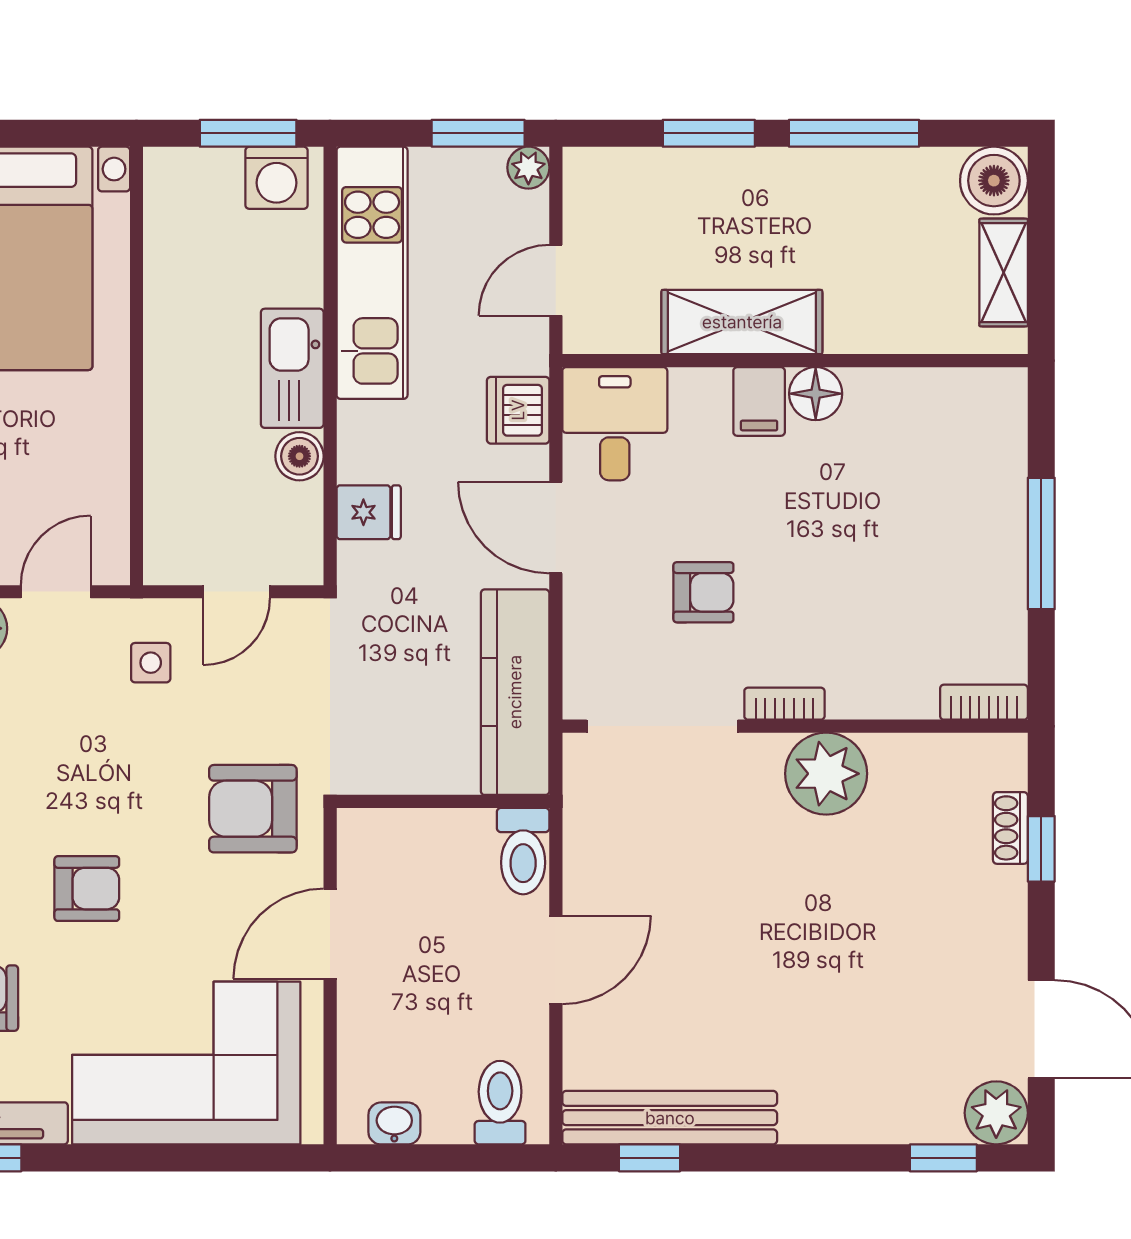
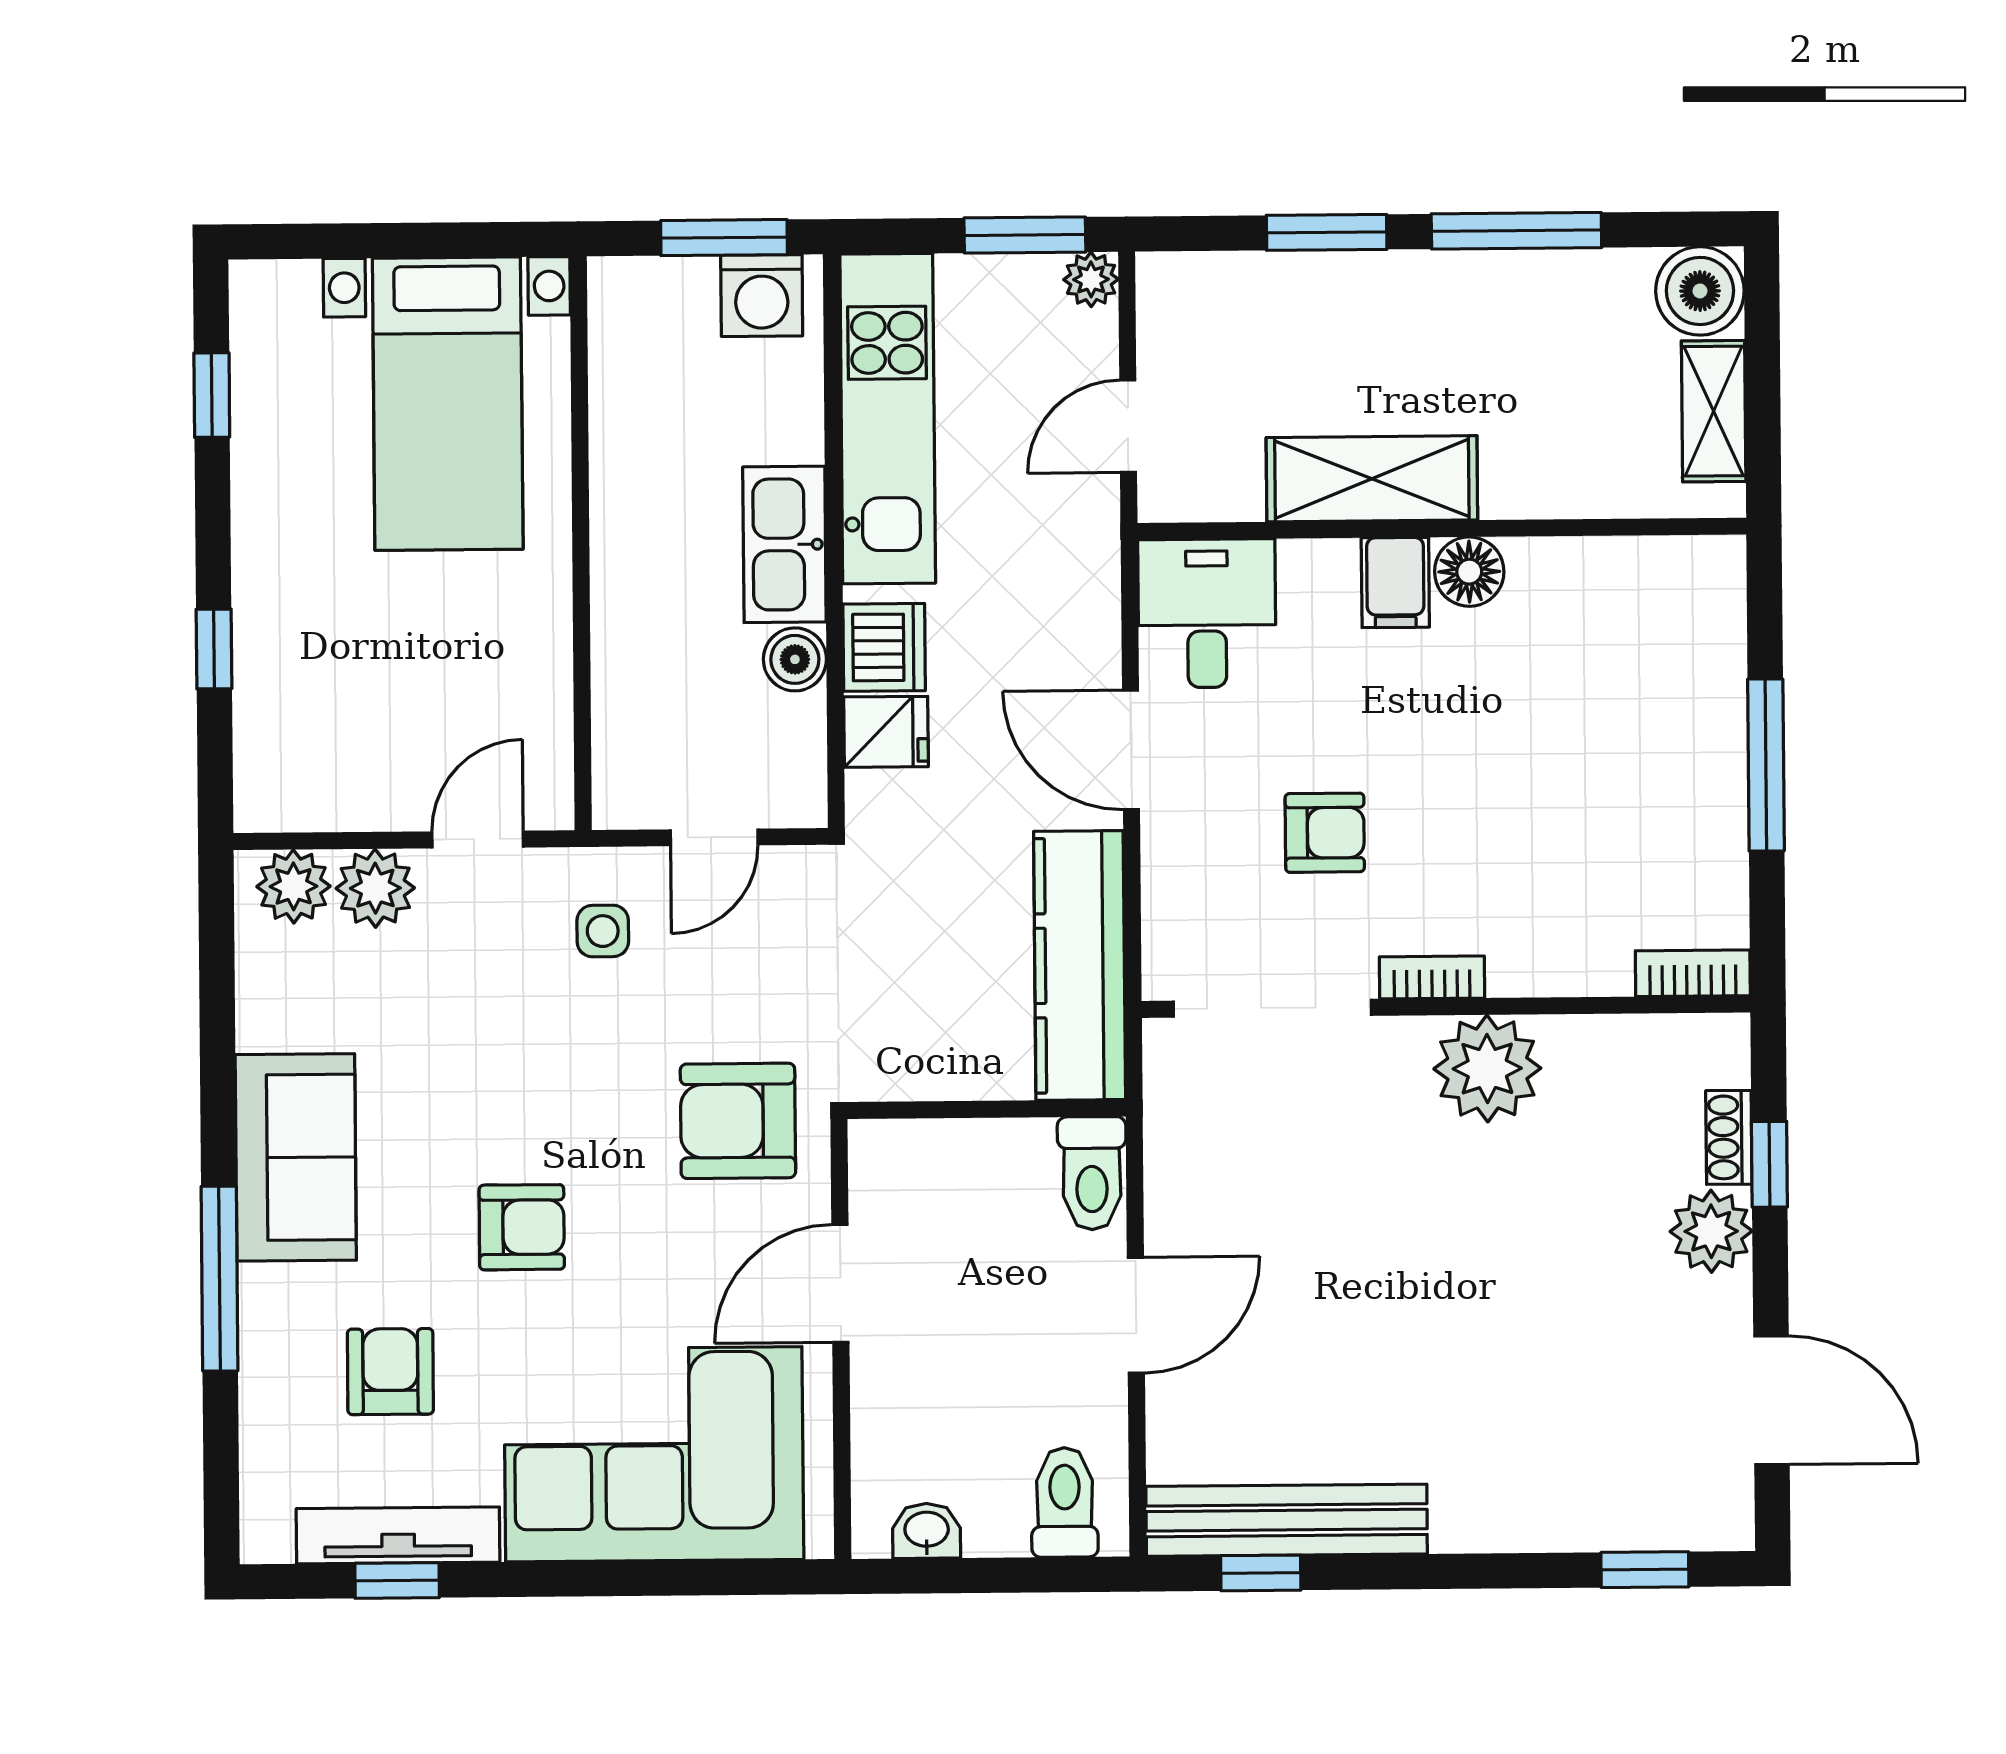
dishwasher: (518, 410) -> (884, 647), moved, turned 180
plant: (996, 1113) -> (1711, 1231), moved

